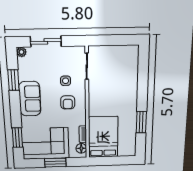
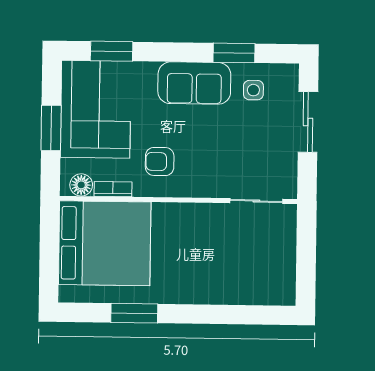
plant: (21, 52) -> (289, 73), removed
side table: (66, 81) -> (253, 90), moved
armchair: (68, 102) -> (160, 162), moved
bed: (103, 137) -> (105, 243), width x1.36

